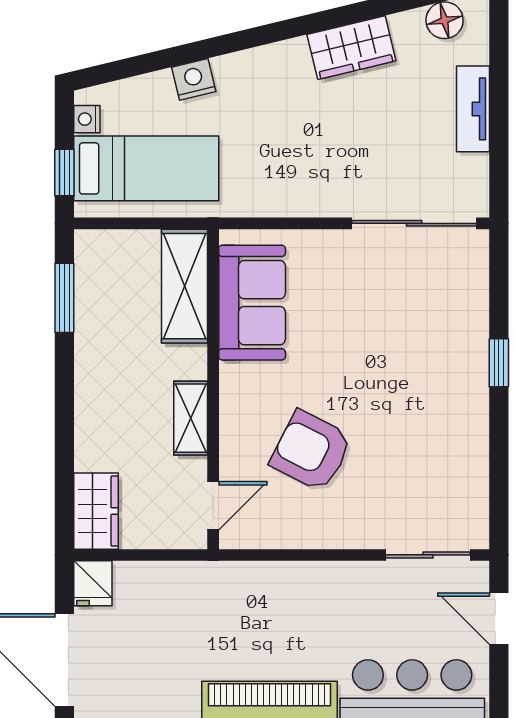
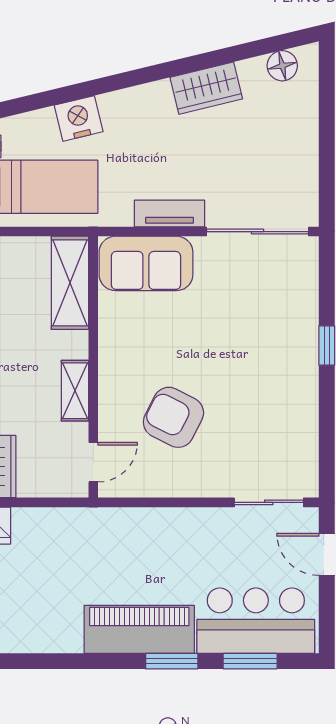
nightstand: (194, 79) -> (79, 118), width x1.36, depth x1.33
tv unit: (473, 109) -> (170, 214), moved, turned 90
sofa: (252, 303) -> (146, 263), moved, turned 90

